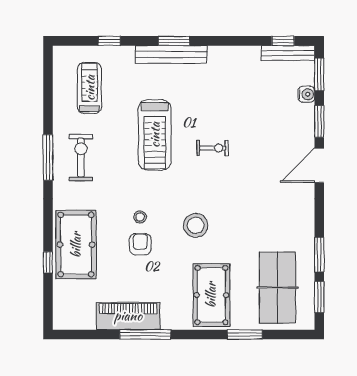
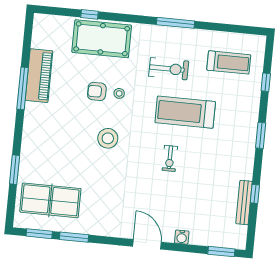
window: (283, 41) -> (255, 194), moved
bench: (288, 53) -> (244, 203), moved
bench: (171, 54) -> (250, 132), removed
water cooler: (306, 94) -> (182, 237), moved
window: (319, 121) -> (183, 248), removed
exercise bike: (81, 158) -> (169, 69), moved
armchair: (140, 244) -> (97, 91), turned 180
pool table: (211, 295) -> (49, 146), removed

